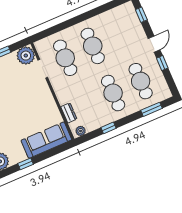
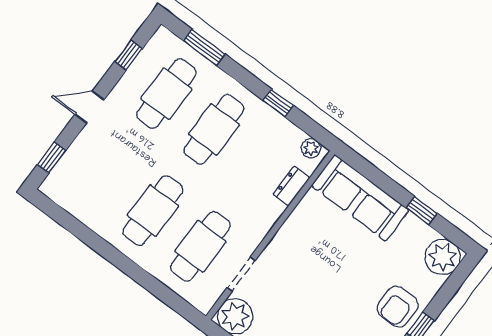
window: (162, 63) -> (129, 55), moved

